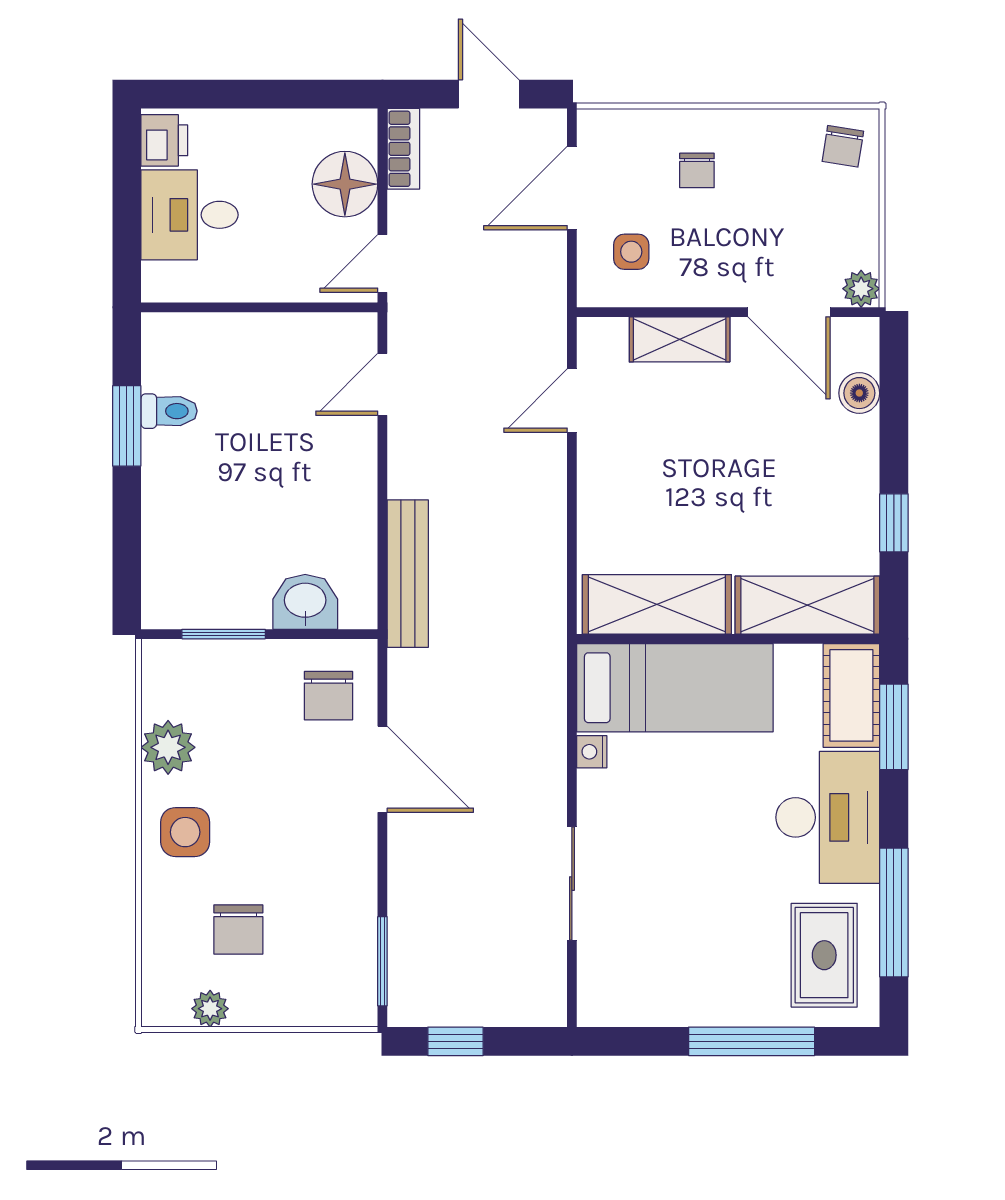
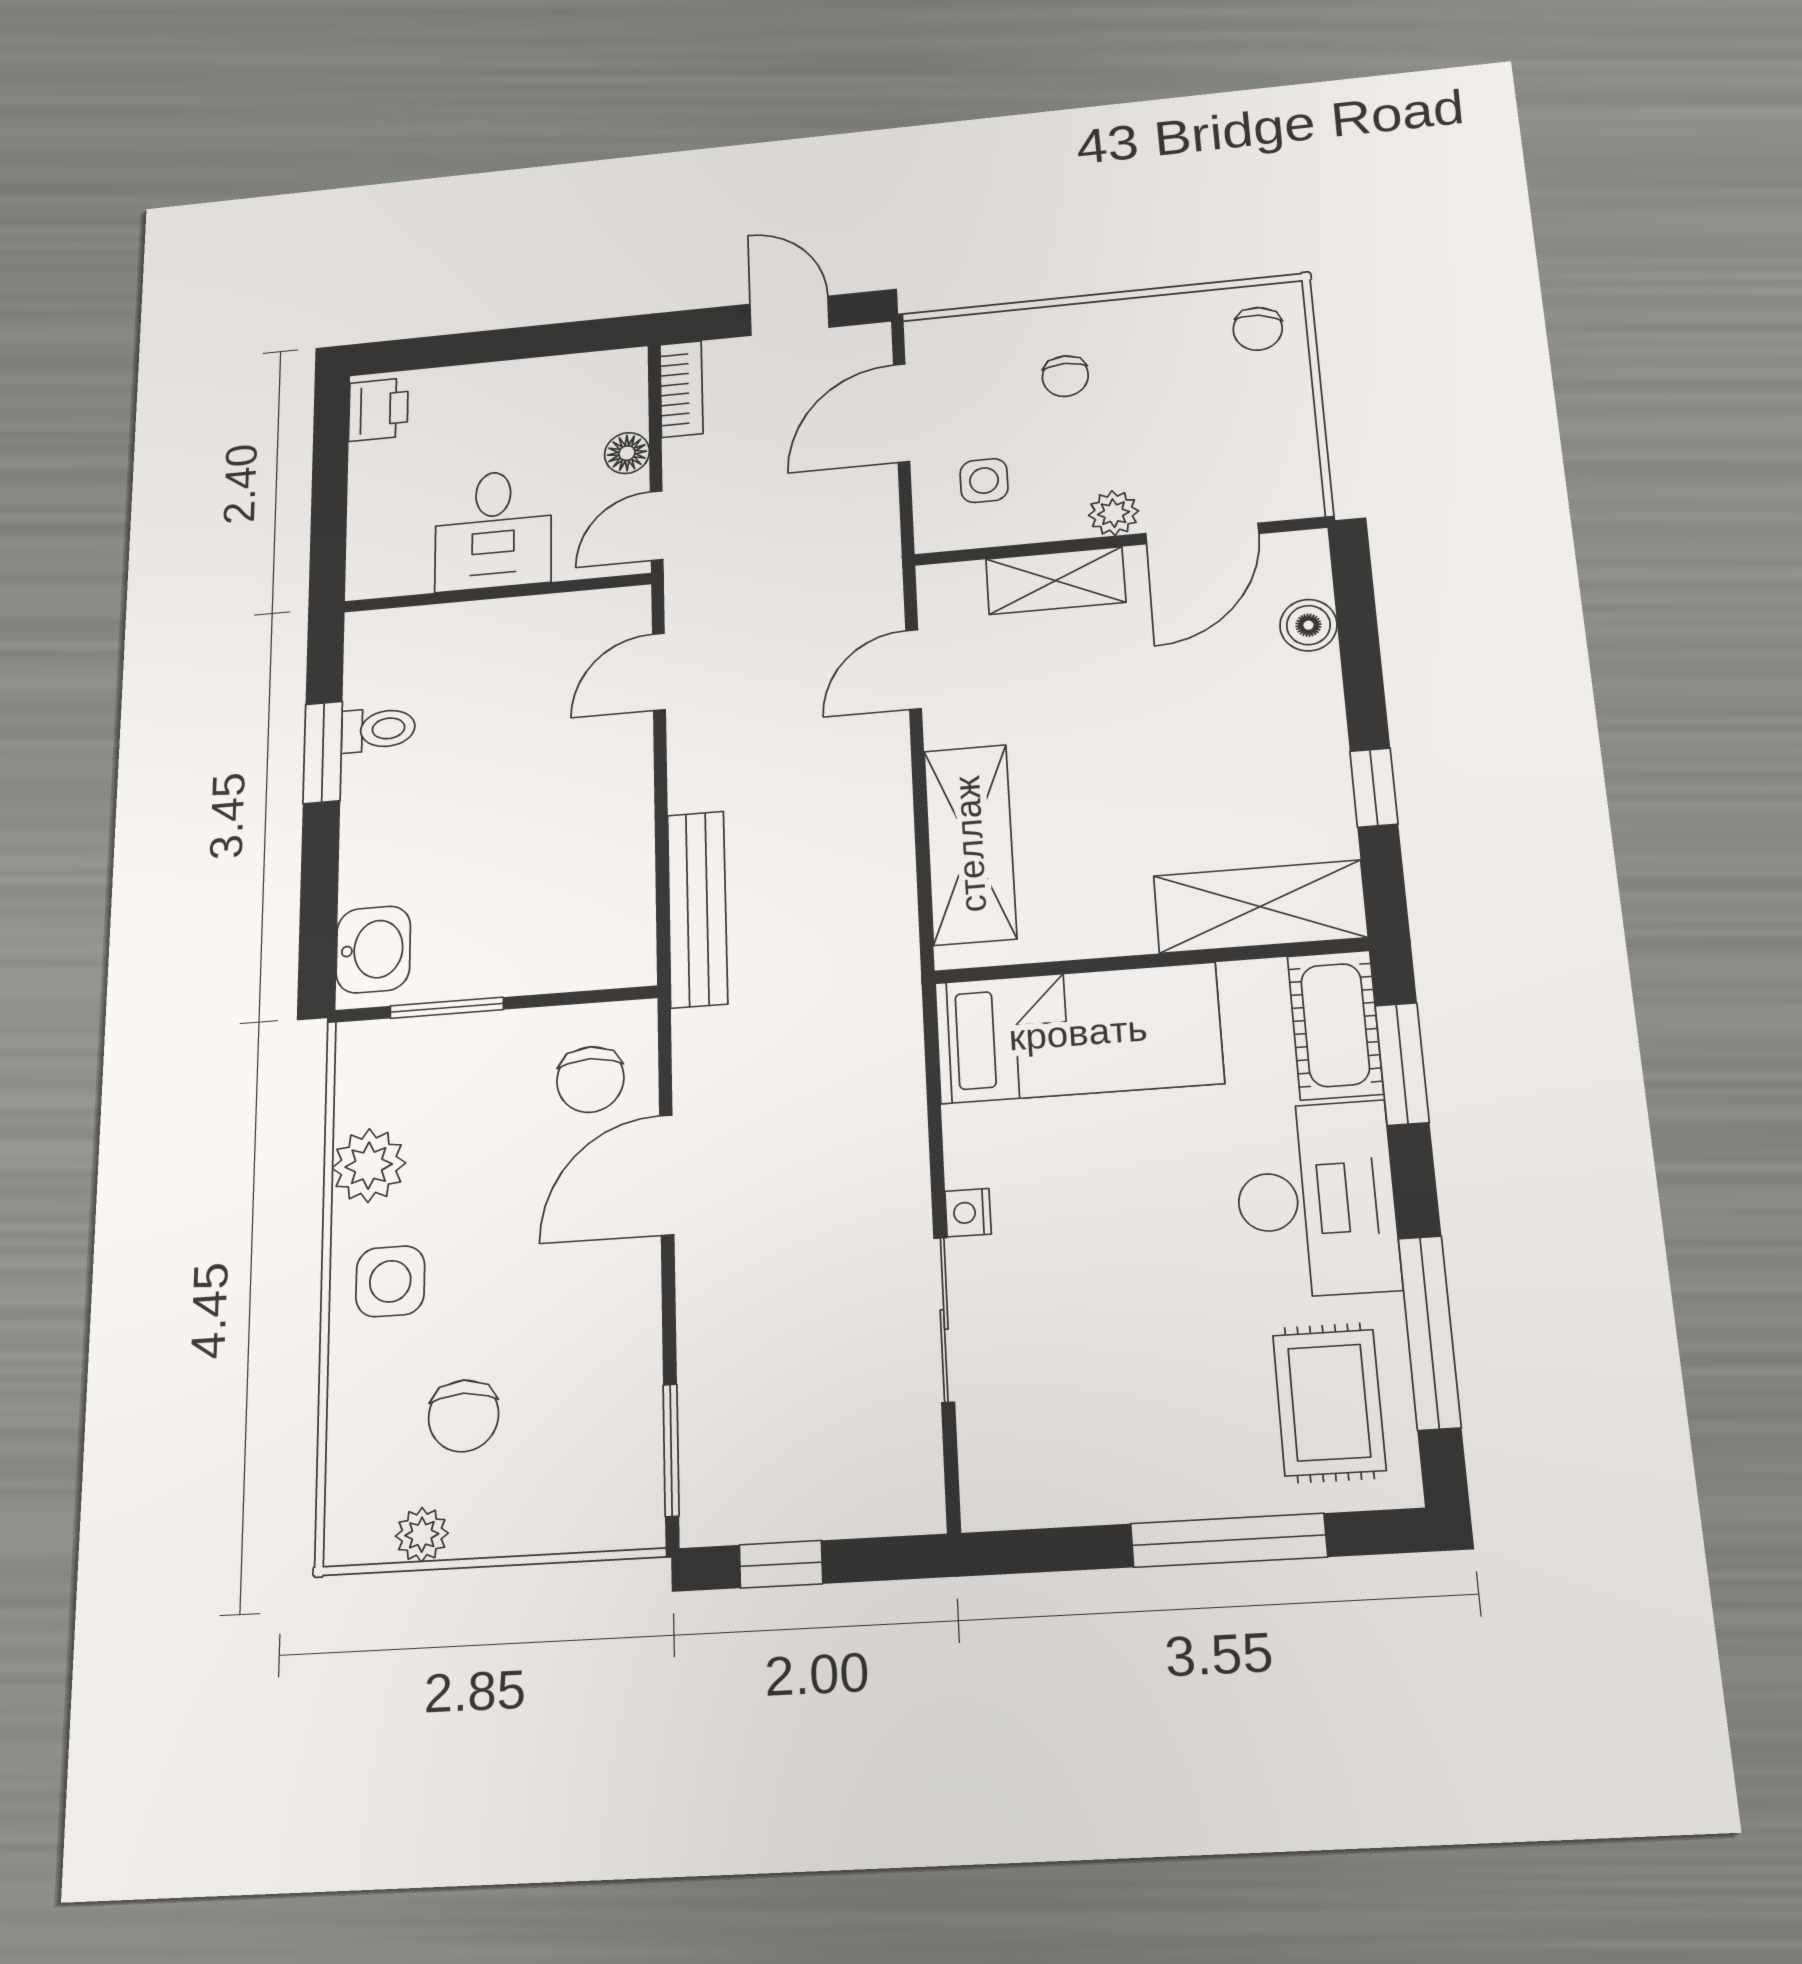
floor lamp: (345, 184) -> (627, 453), width x0.53, depth x0.53
desk: (189, 215) -> (493, 530), moved, turned -90
plant: (861, 289) -> (1114, 513), moved
door: (789, 312) -> (1202, 534), hinge flipped
washbasin: (305, 602) -> (373, 949), moved, turned 90
shelving: (657, 604) -> (970, 844), moved, turned 90
nightstand: (592, 752) -> (968, 1213), moved
door: (382, 769) -> (667, 1175), swing flipped

